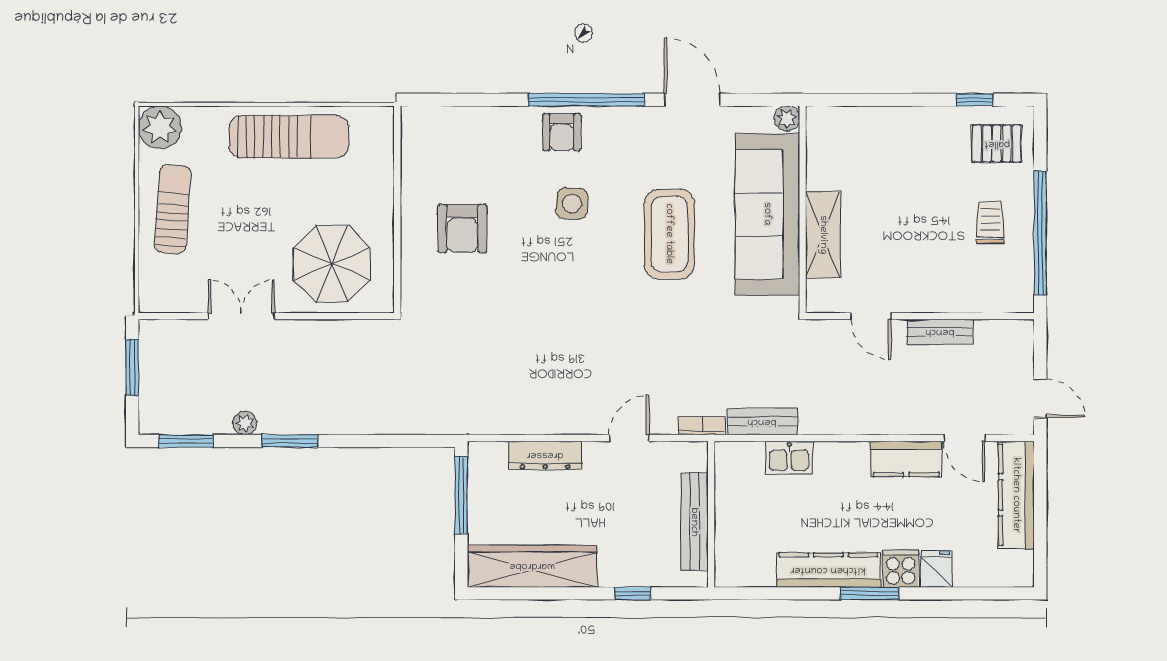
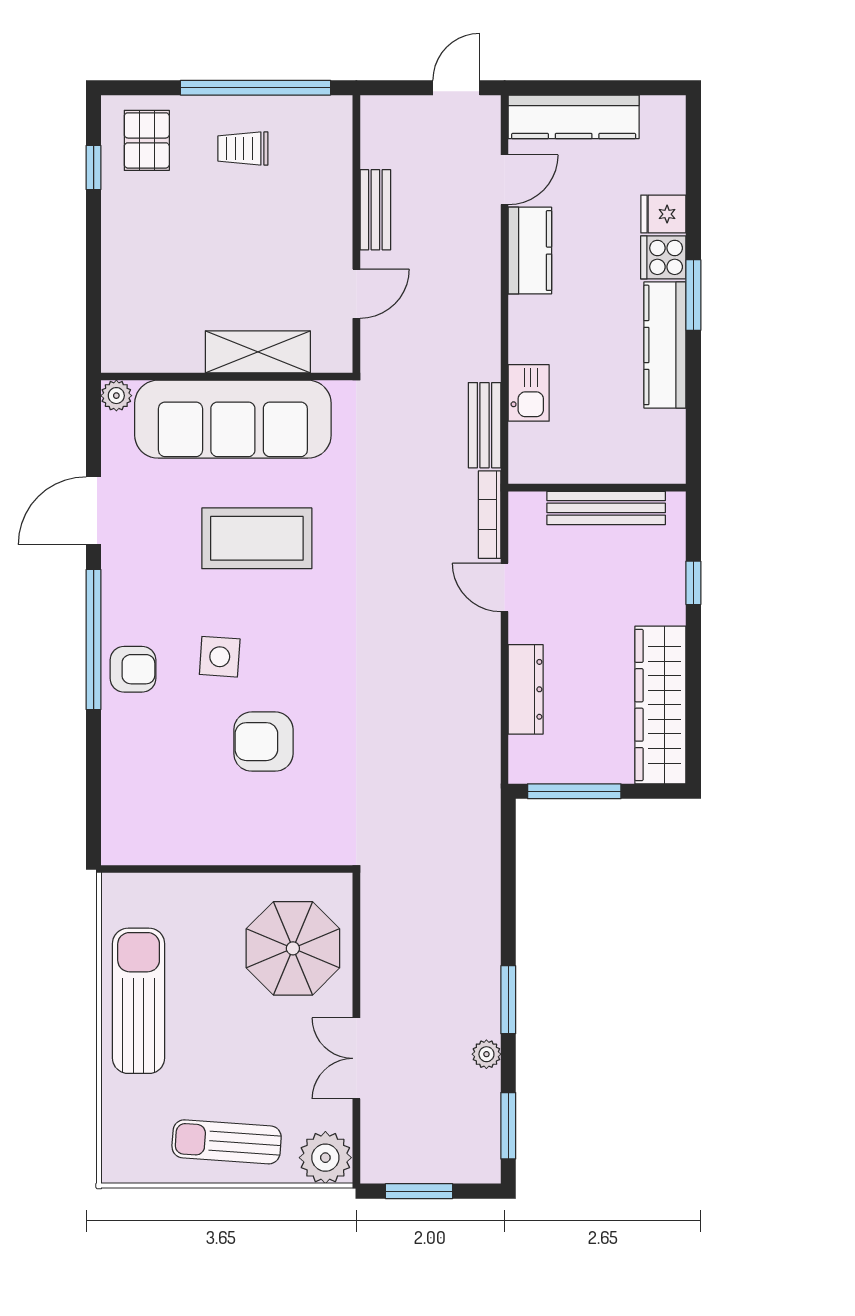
plant: (160, 127) -> (325, 1158), moved
armchair: (462, 228) -> (263, 742), moved, turned 180
bookcase: (702, 426) -> (490, 515), width x1.56

